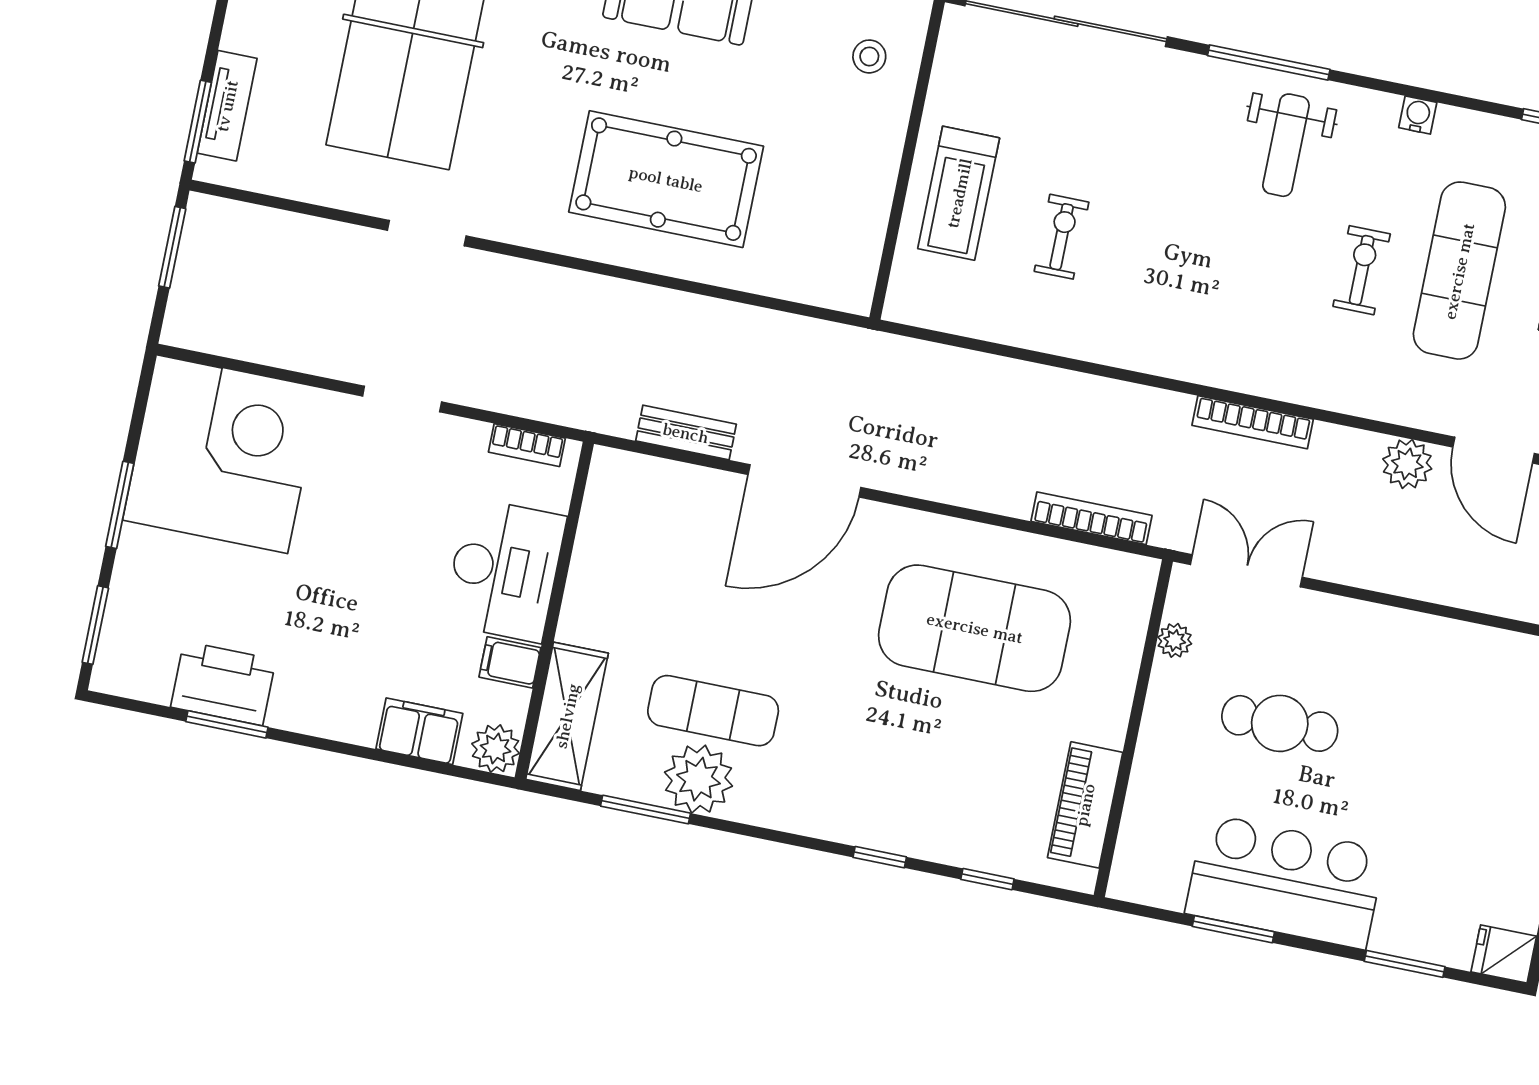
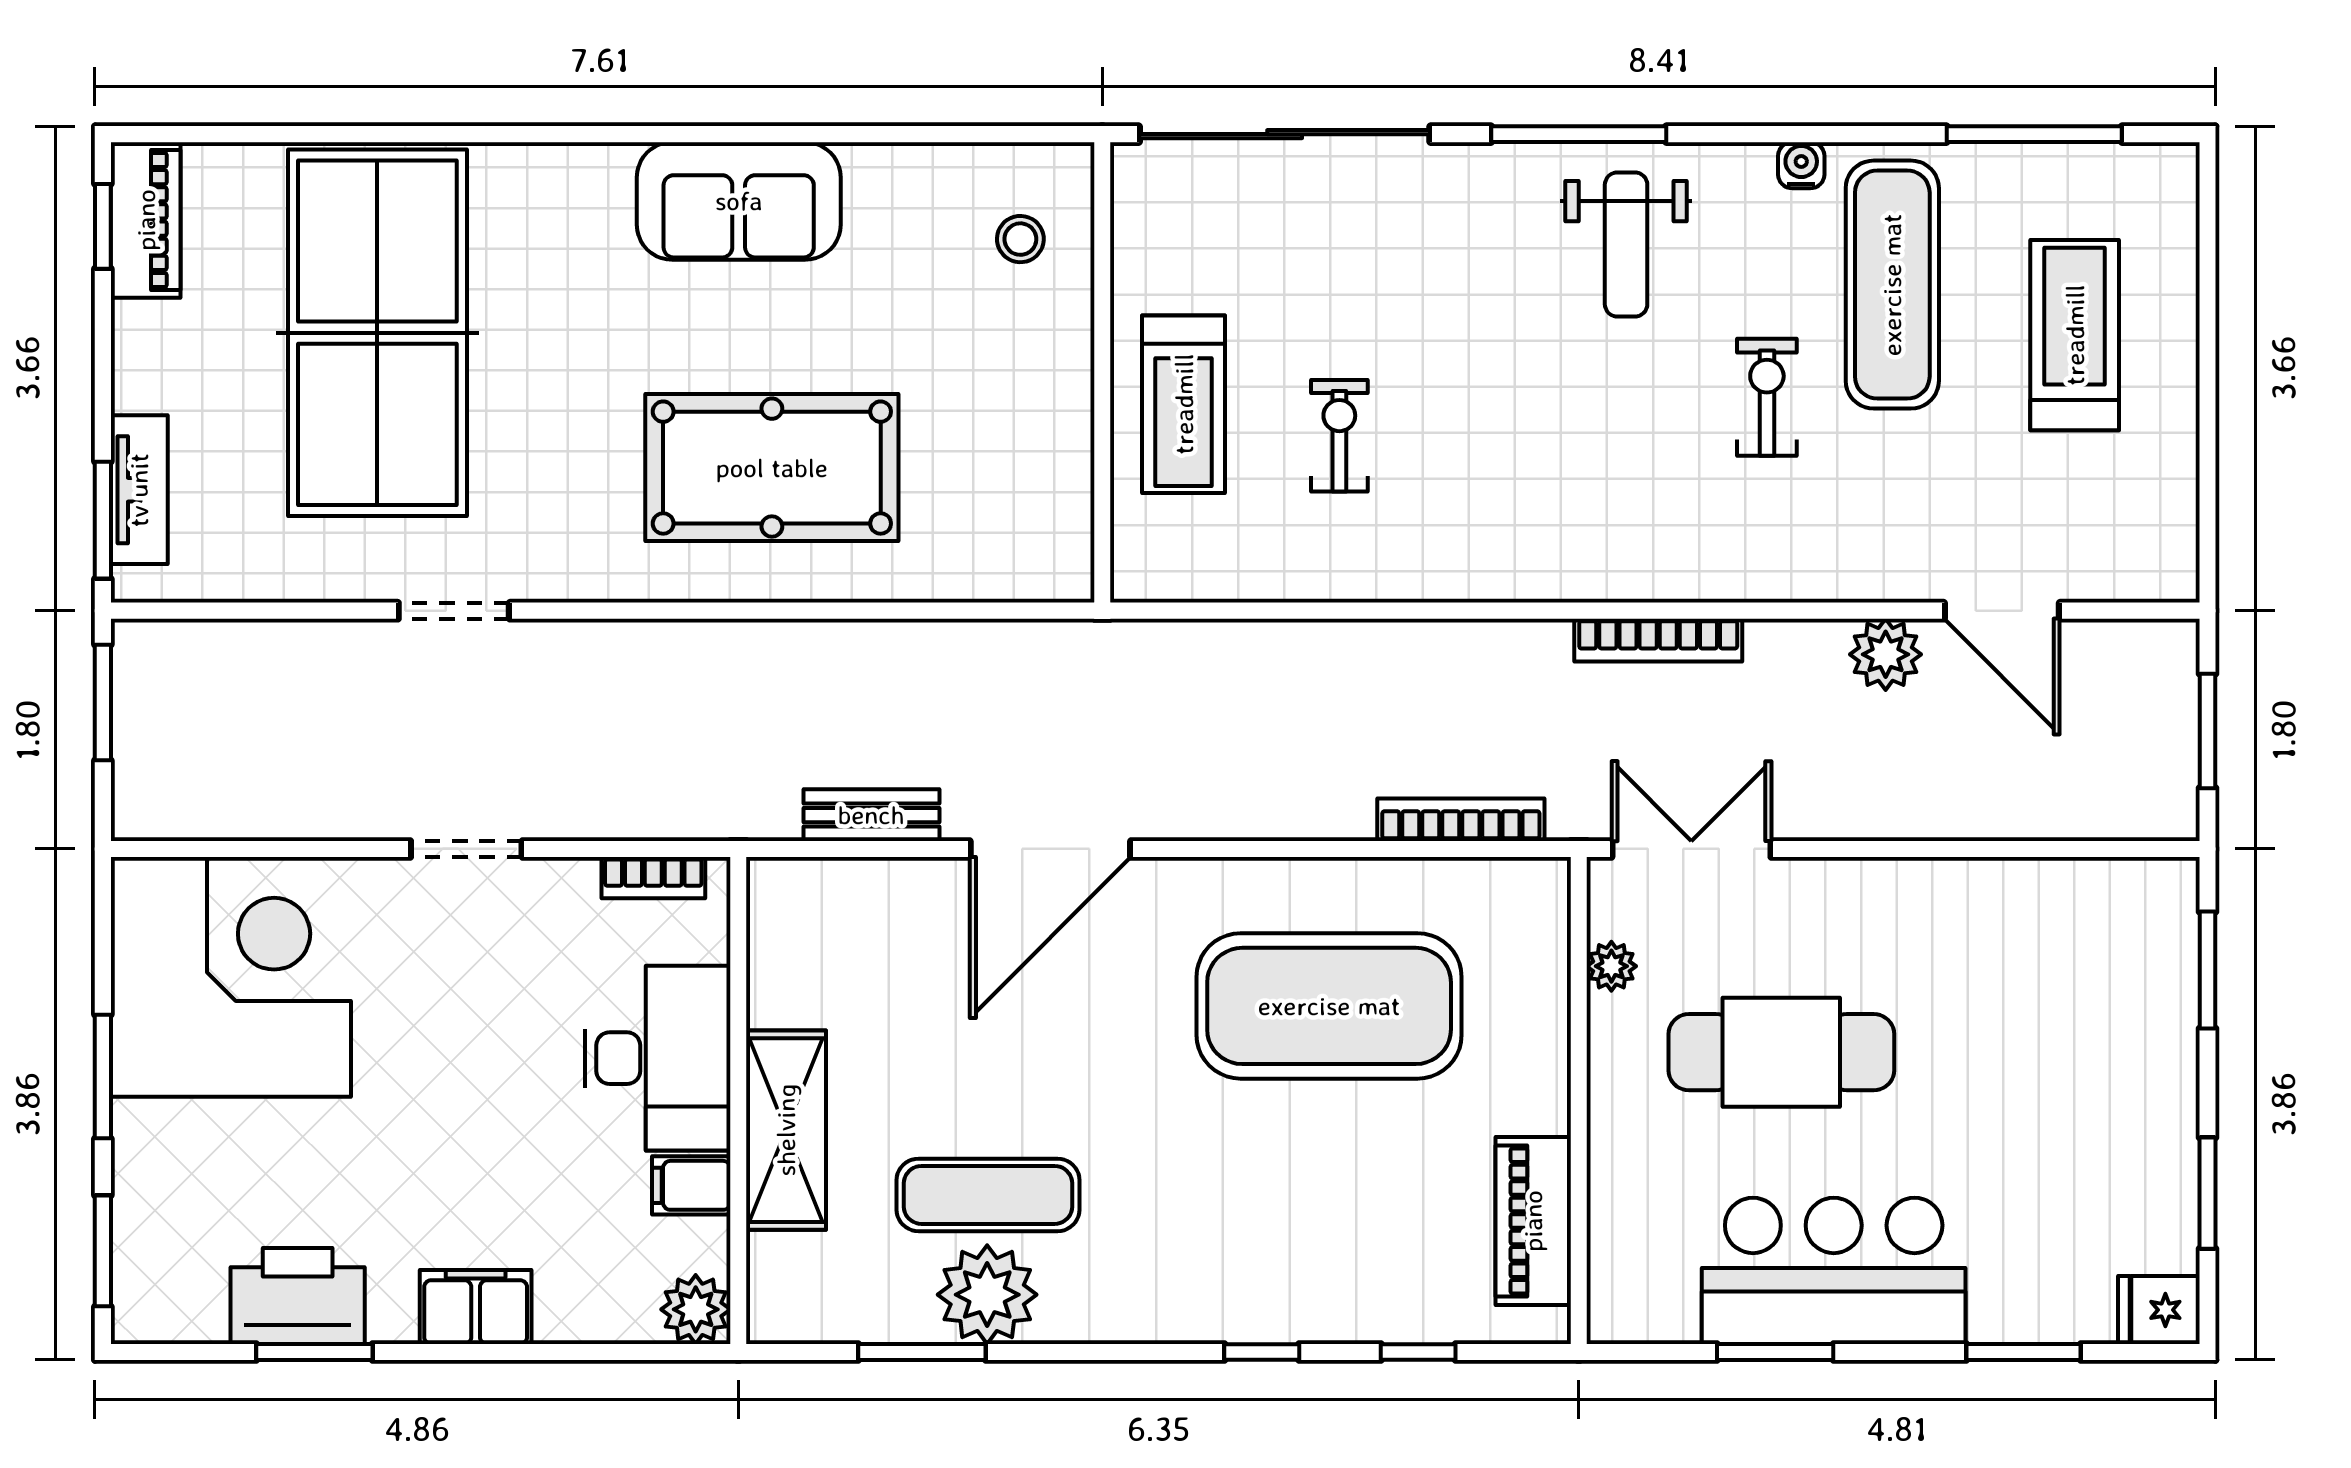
exercise mat: (1459, 271) -> (1892, 285), moved
shelving: (567, 716) -> (786, 1130), moved
cafe table: (1280, 723) -> (1781, 1052), width x1.37, depth x1.35
filing cabinet: (419, 731) -> (476, 1307), moved

